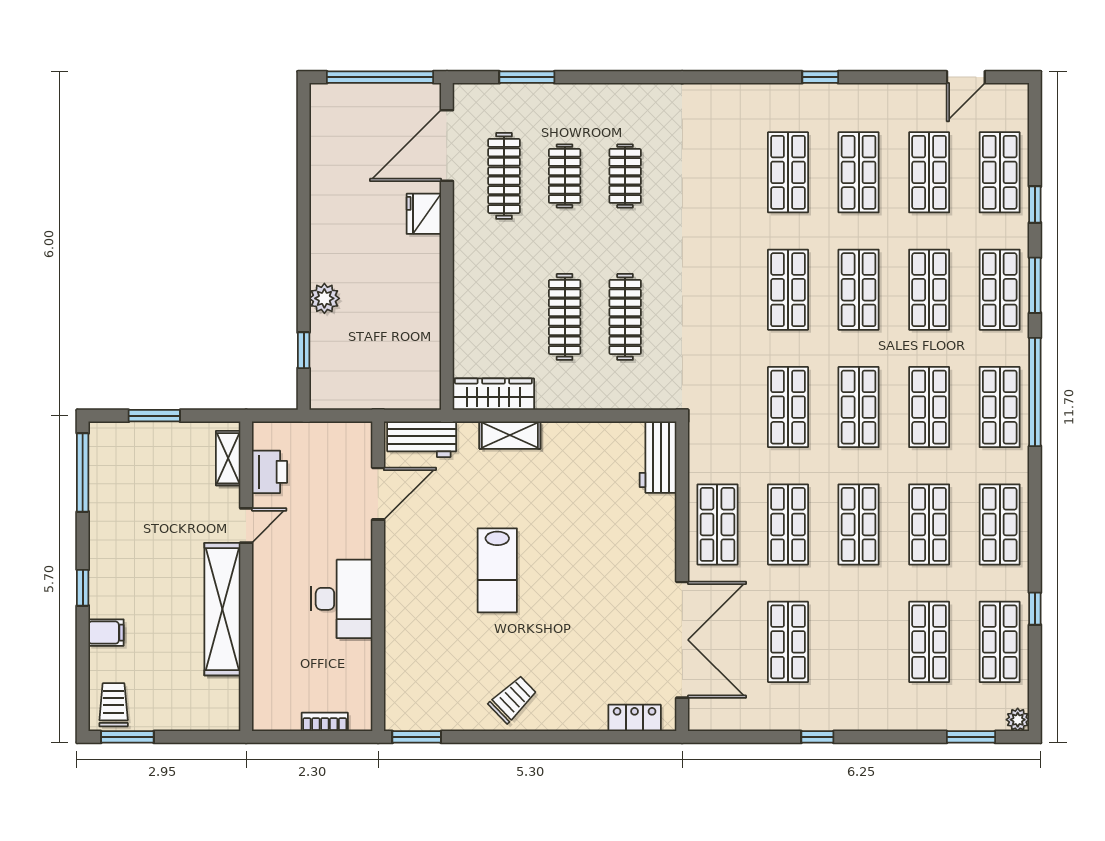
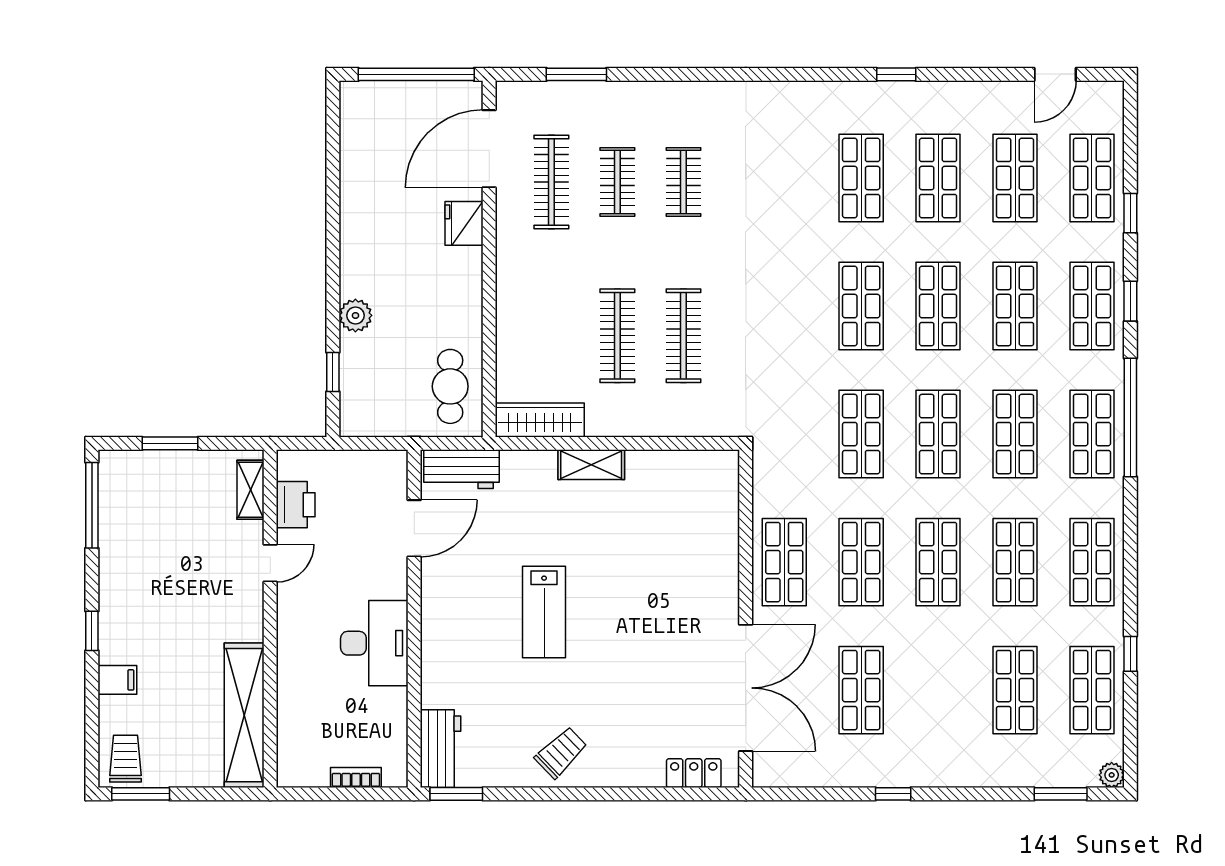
window: (1035, 285) -> (1130, 301), width x0.67
cafe table: (411, 363) -> (450, 386), added
shelving: (510, 435) -> (591, 465), moved
workbench: (658, 457) -> (440, 749), moved, turned 180
shelving: (222, 609) -> (244, 715), moved

